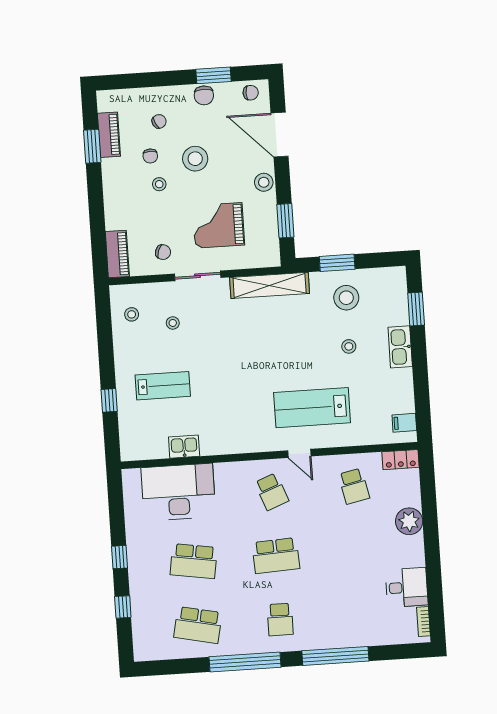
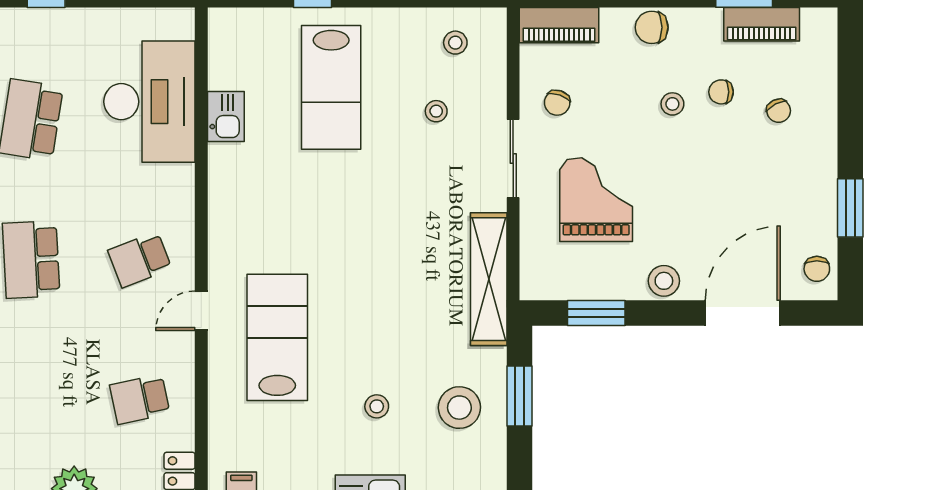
chair: (204, 95) -> (652, 27), moved
stool: (195, 159) -> (711, 168), removed
lab bench: (163, 386) -> (331, 87), width x1.36, depth x1.39

